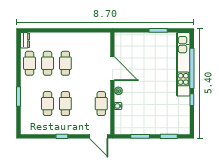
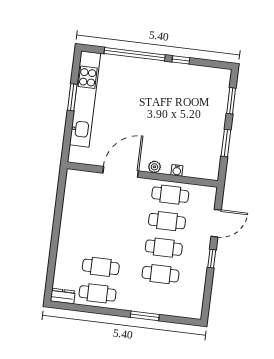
cafe table: (65, 63) -> (167, 221), moved
kitchen unit: (183, 64) -> (85, 99), moved, turned -90
door: (99, 136) -> (216, 223), moved

